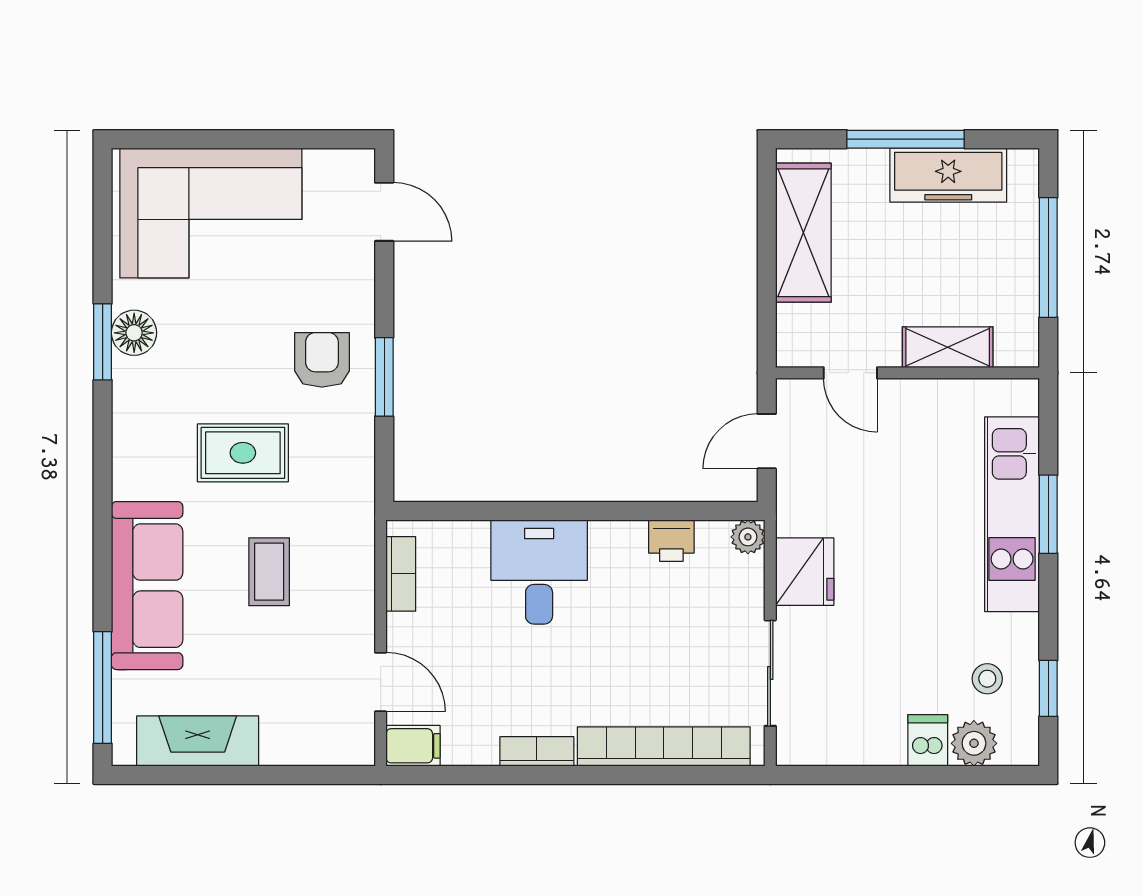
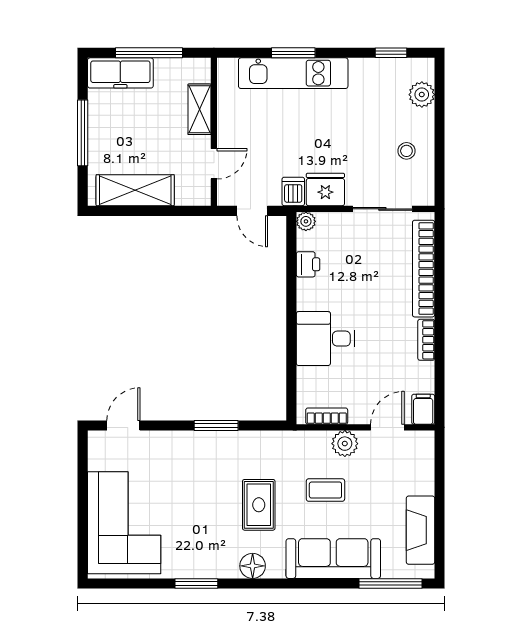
freezer: (948, 175) -> (120, 73), moved, turned 90
floor lamp: (134, 333) -> (253, 566), moved
armchair: (322, 360) -> (207, 460), removed
plant: (352, 606) -> (345, 444), added
stool: (987, 679) -> (406, 151), moved
dishwasher: (928, 740) -> (293, 191), moved, turned 90

